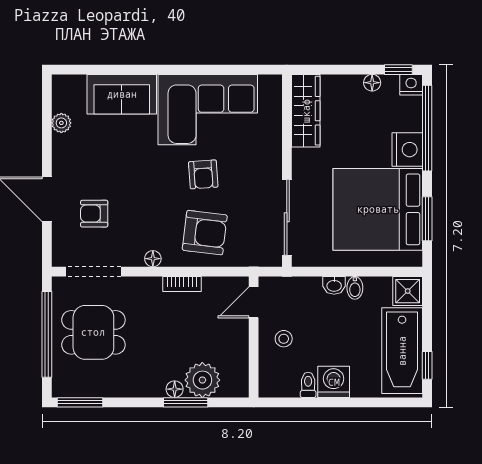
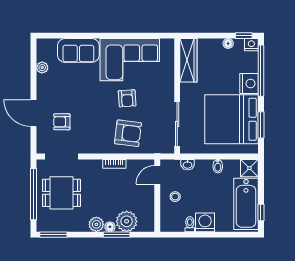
floor lamp: (153, 259) -> (97, 149), removed
washbasin: (334, 285) -> (188, 165), moved
plant: (152, 385) -> (96, 224), added

